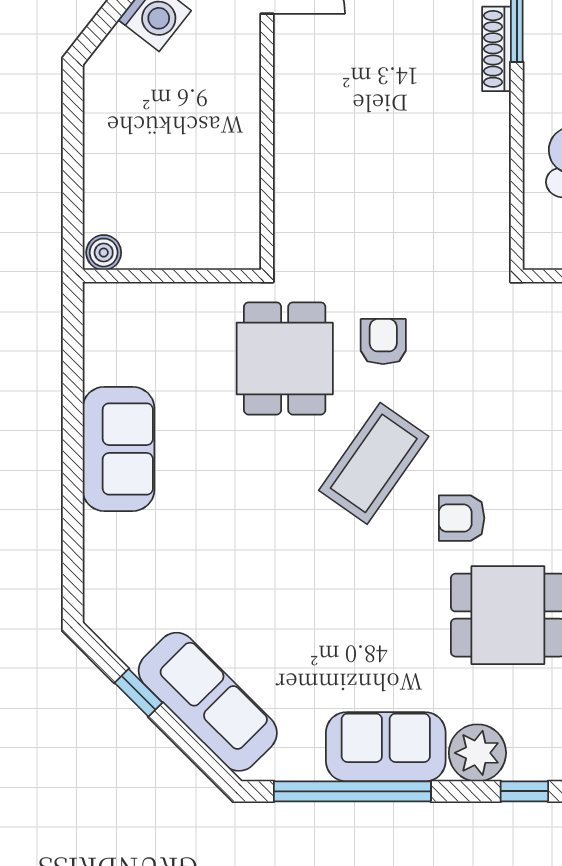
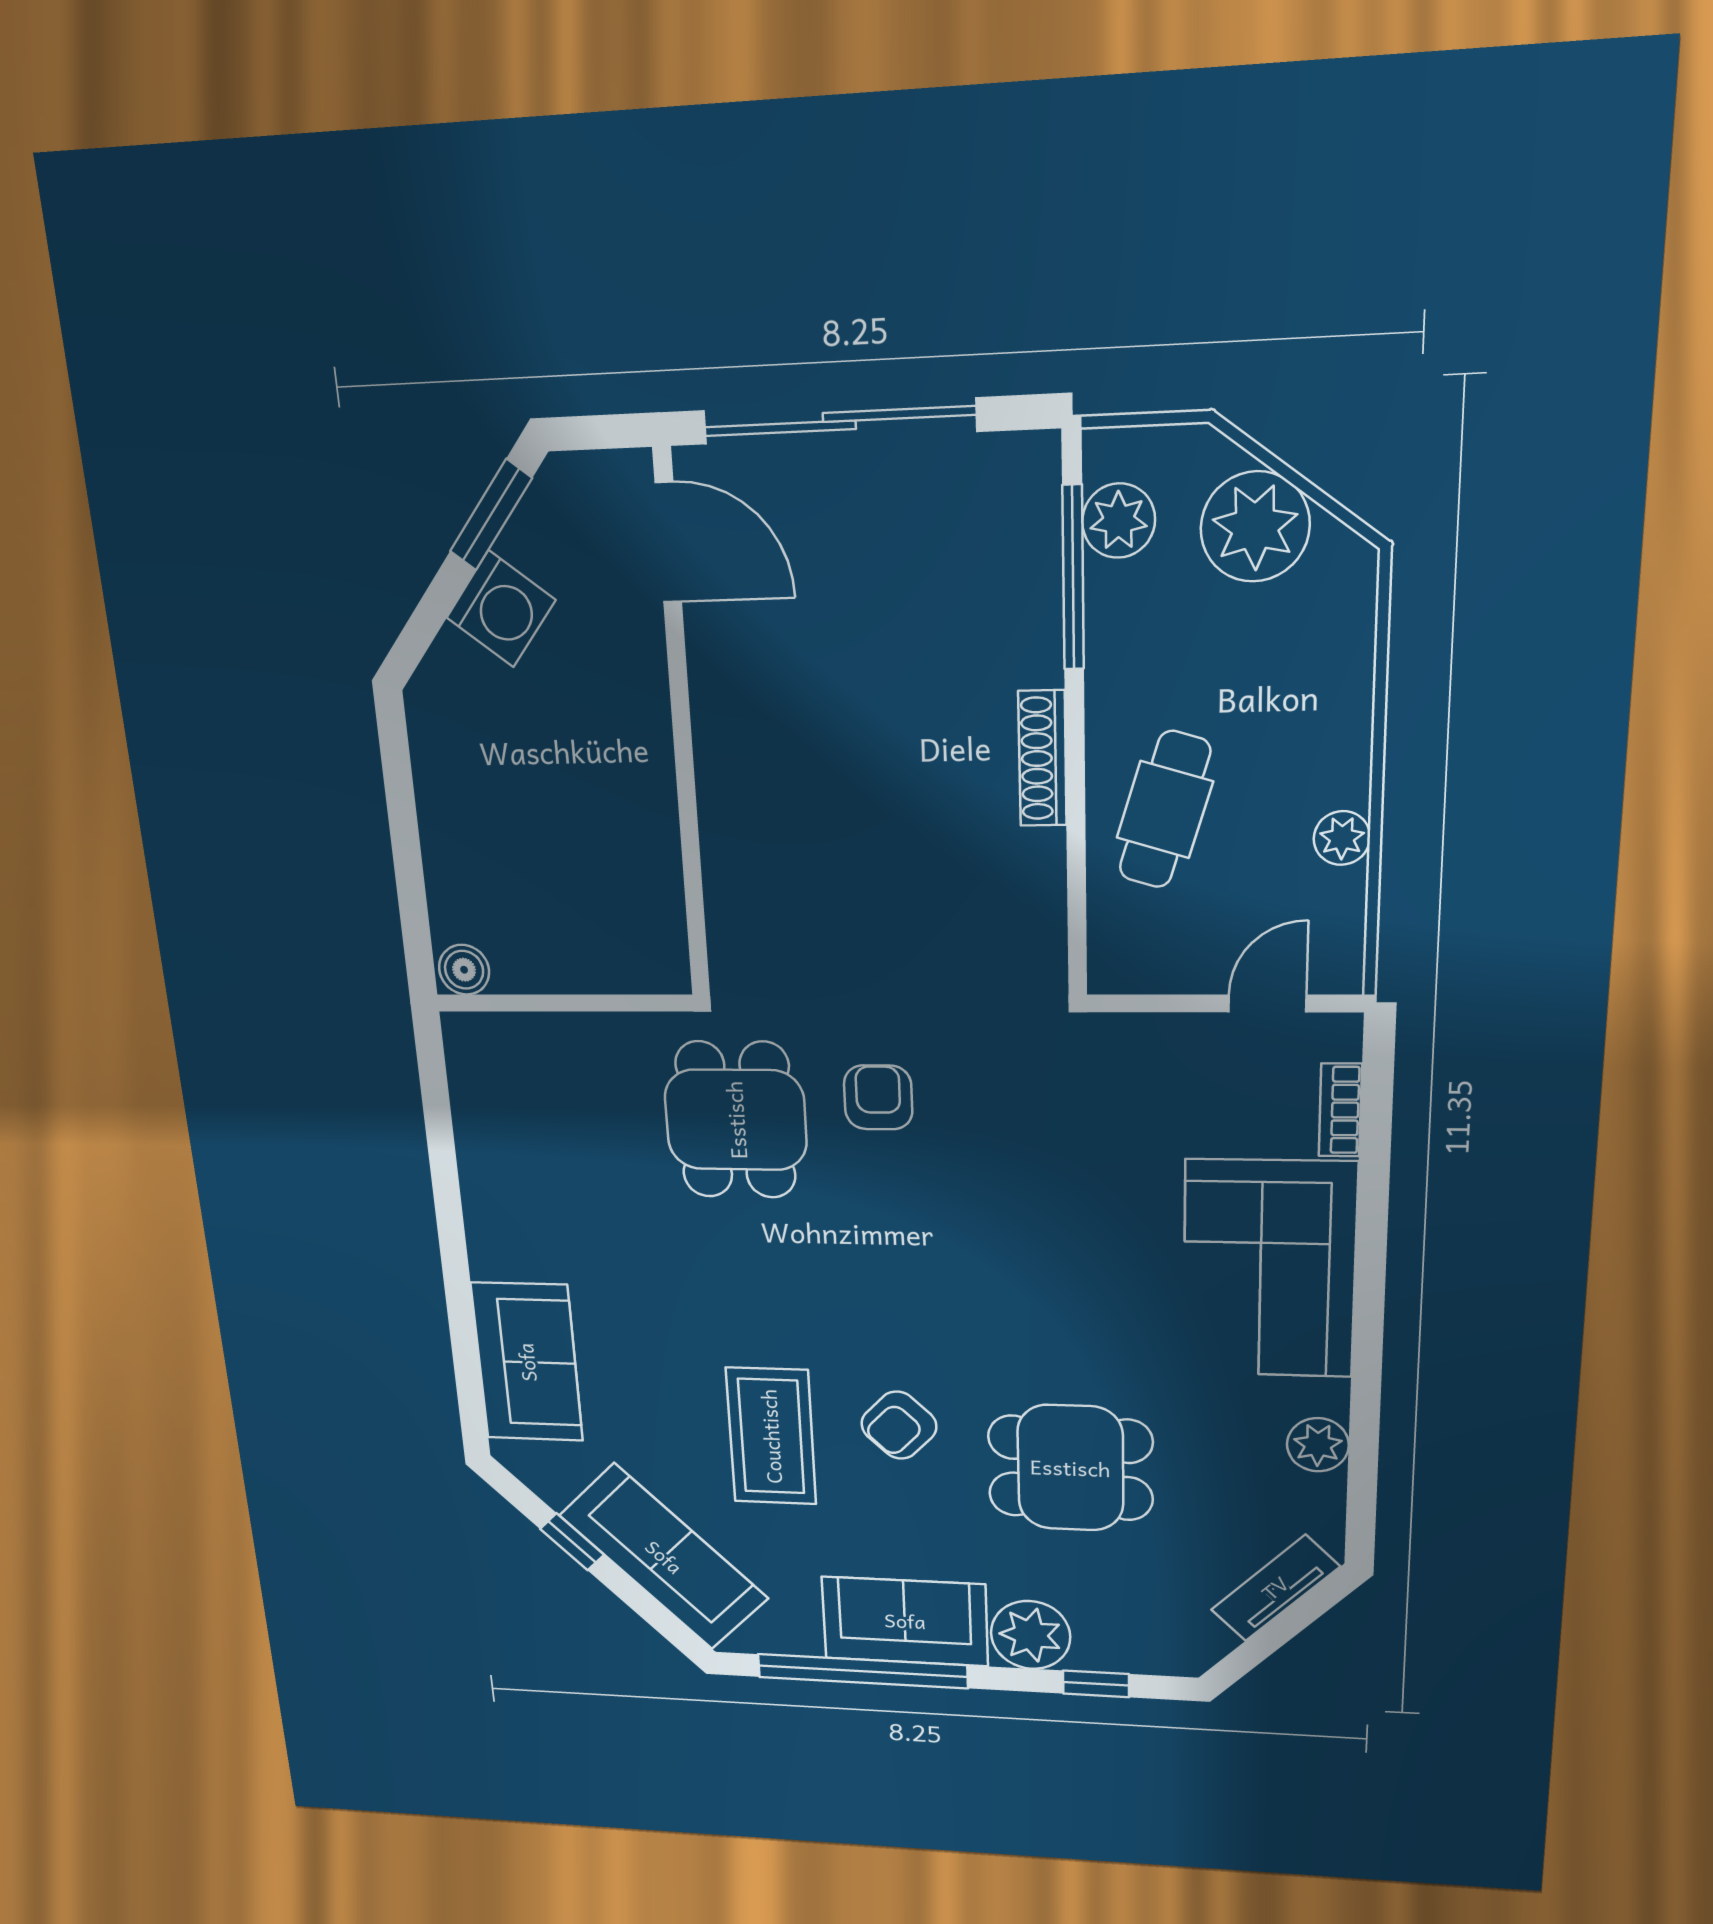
shoe rack: (496, 49) -> (1042, 758), moved
sofa: (118, 449) -> (527, 1362), moved
coffee table: (374, 463) -> (771, 1436), moved, turned -35
armchair: (462, 518) -> (899, 1425), moved, turned -46

